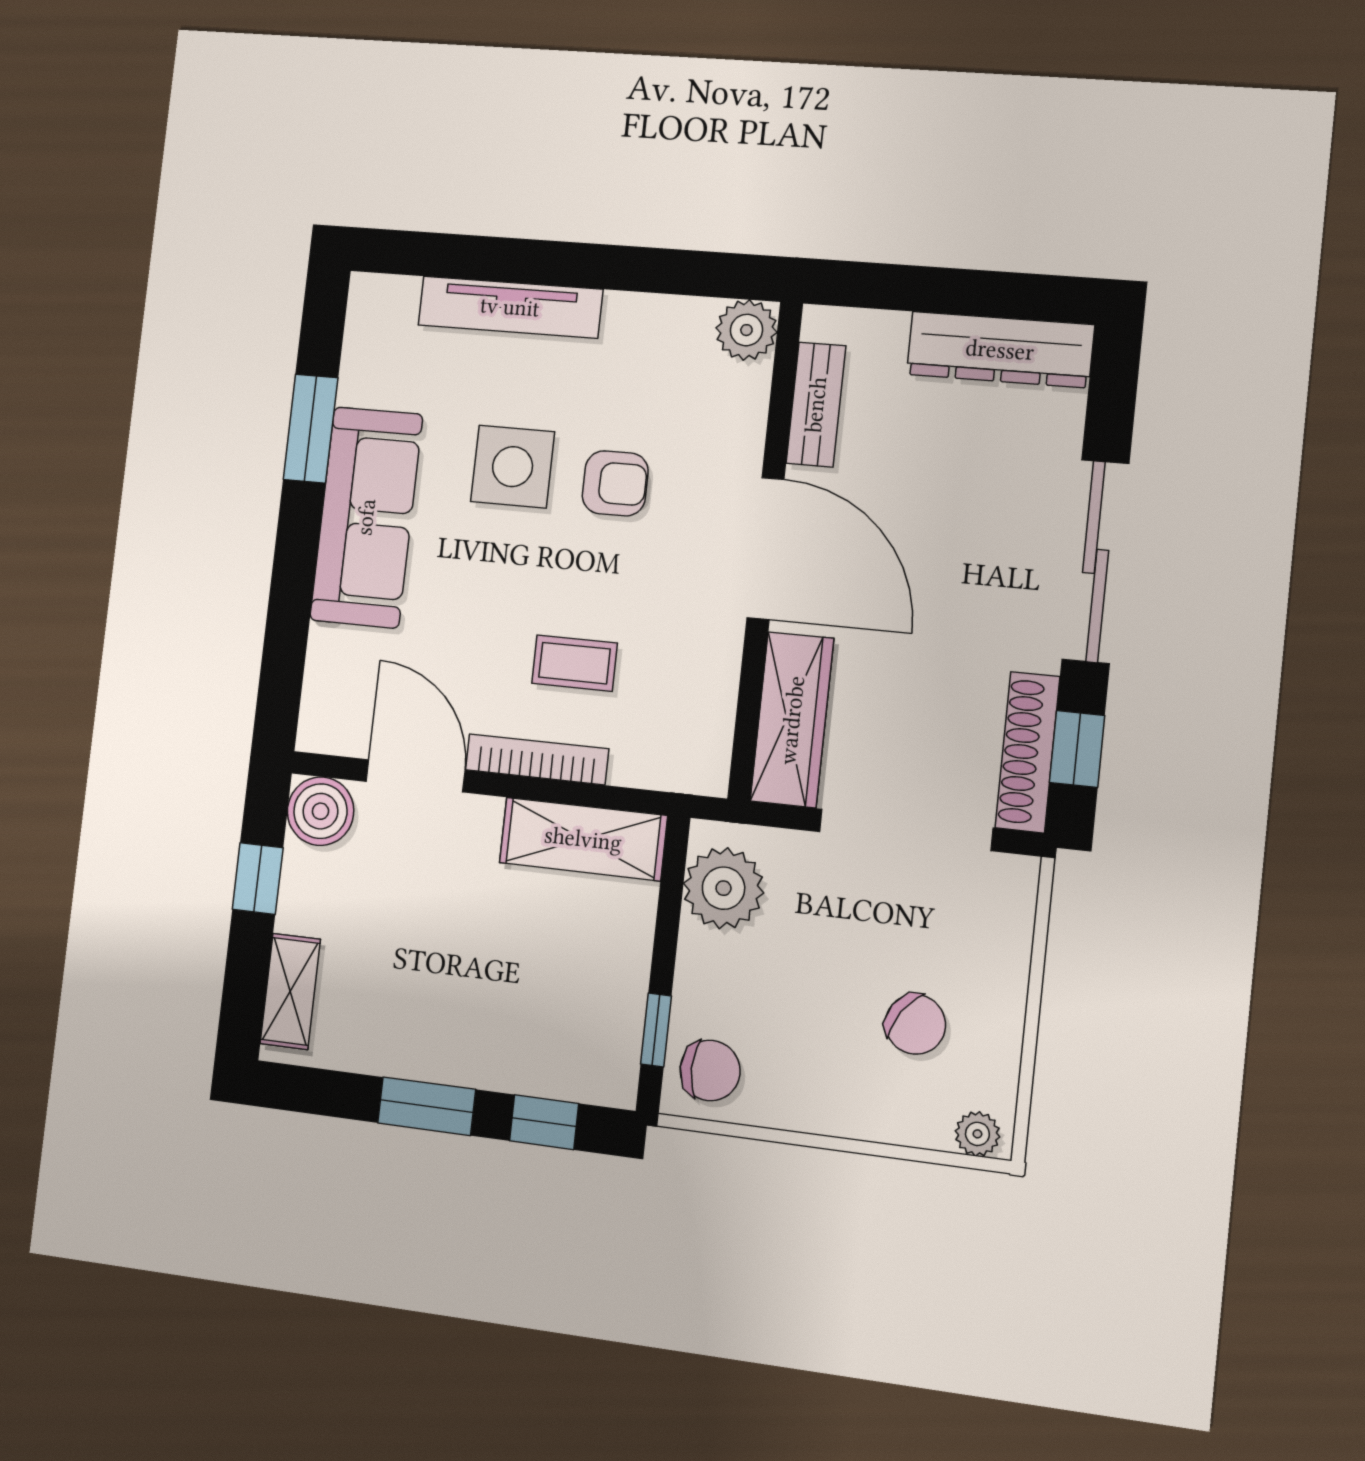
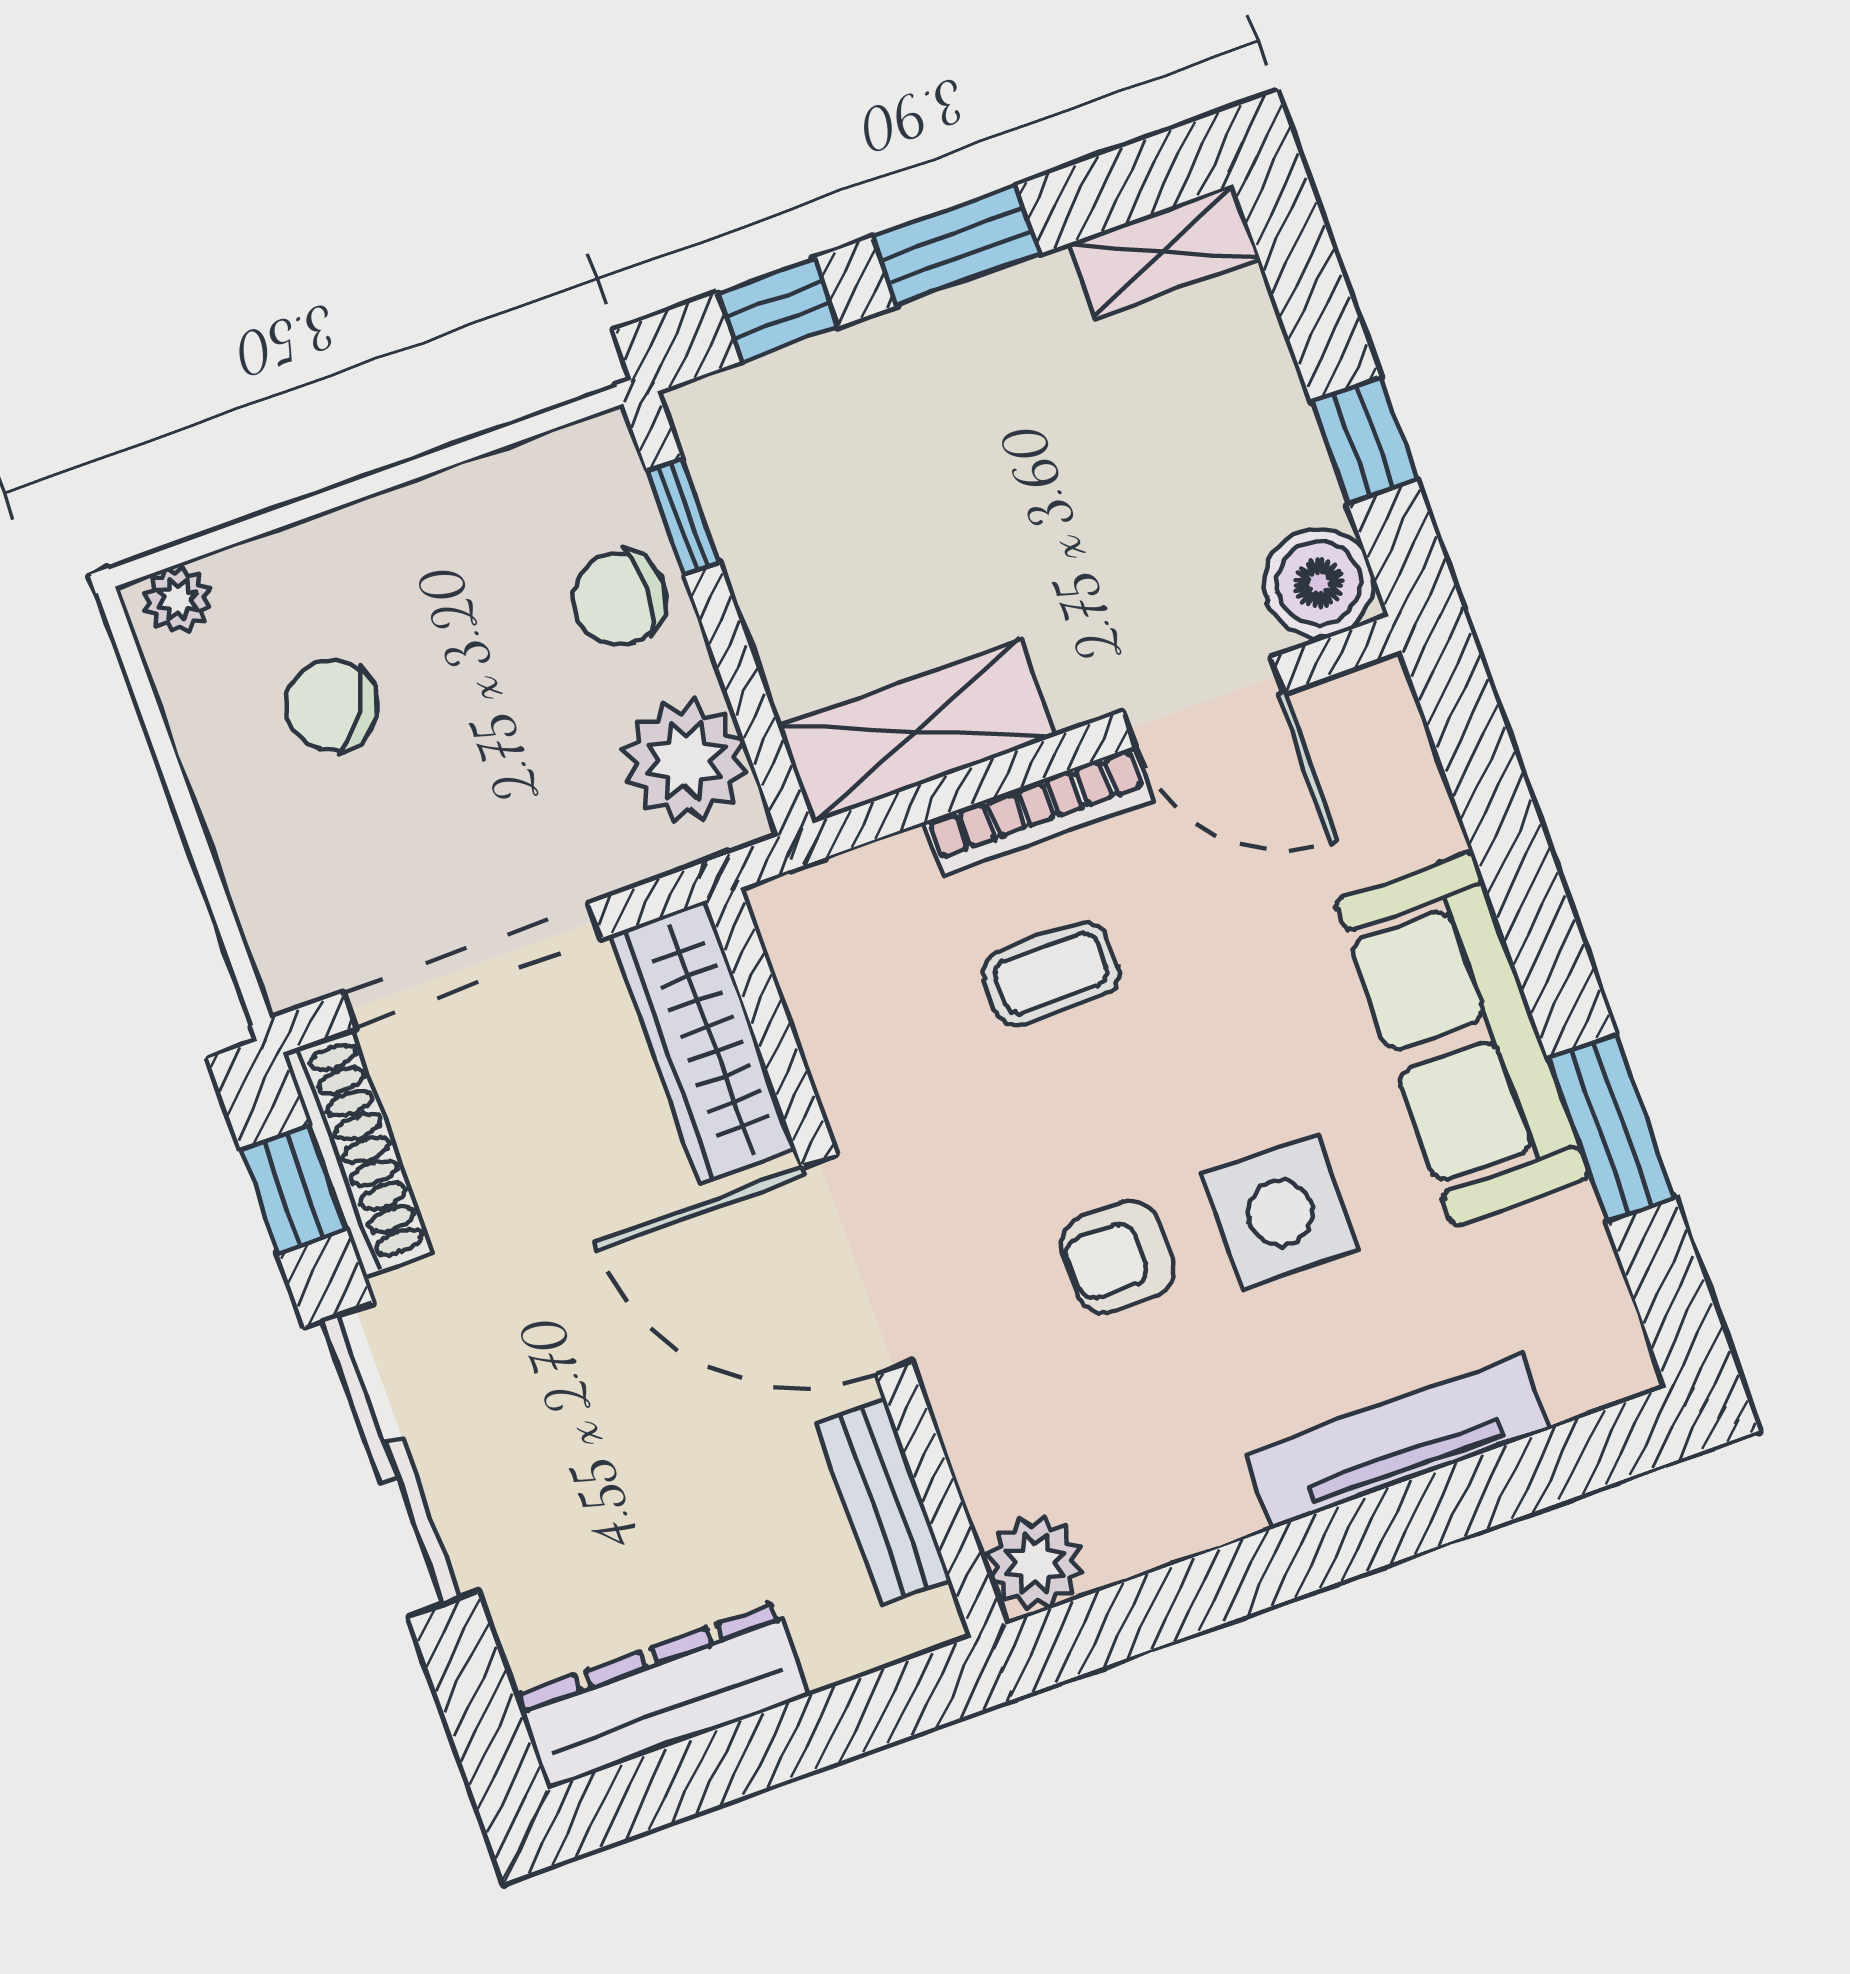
shelving: (290, 991) -> (1164, 251), moved, turned 90
chair: (710, 1070) -> (620, 599), moved

